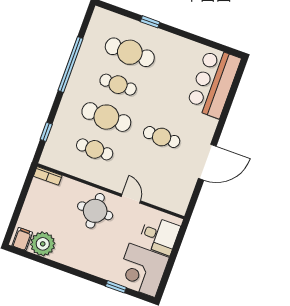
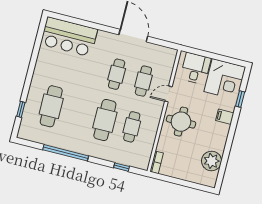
window: (150, 22) -> (21, 109), moved
cafe table: (118, 85) -> (143, 81), moved
filing cabinet: (22, 239) -> (225, 117), moved

